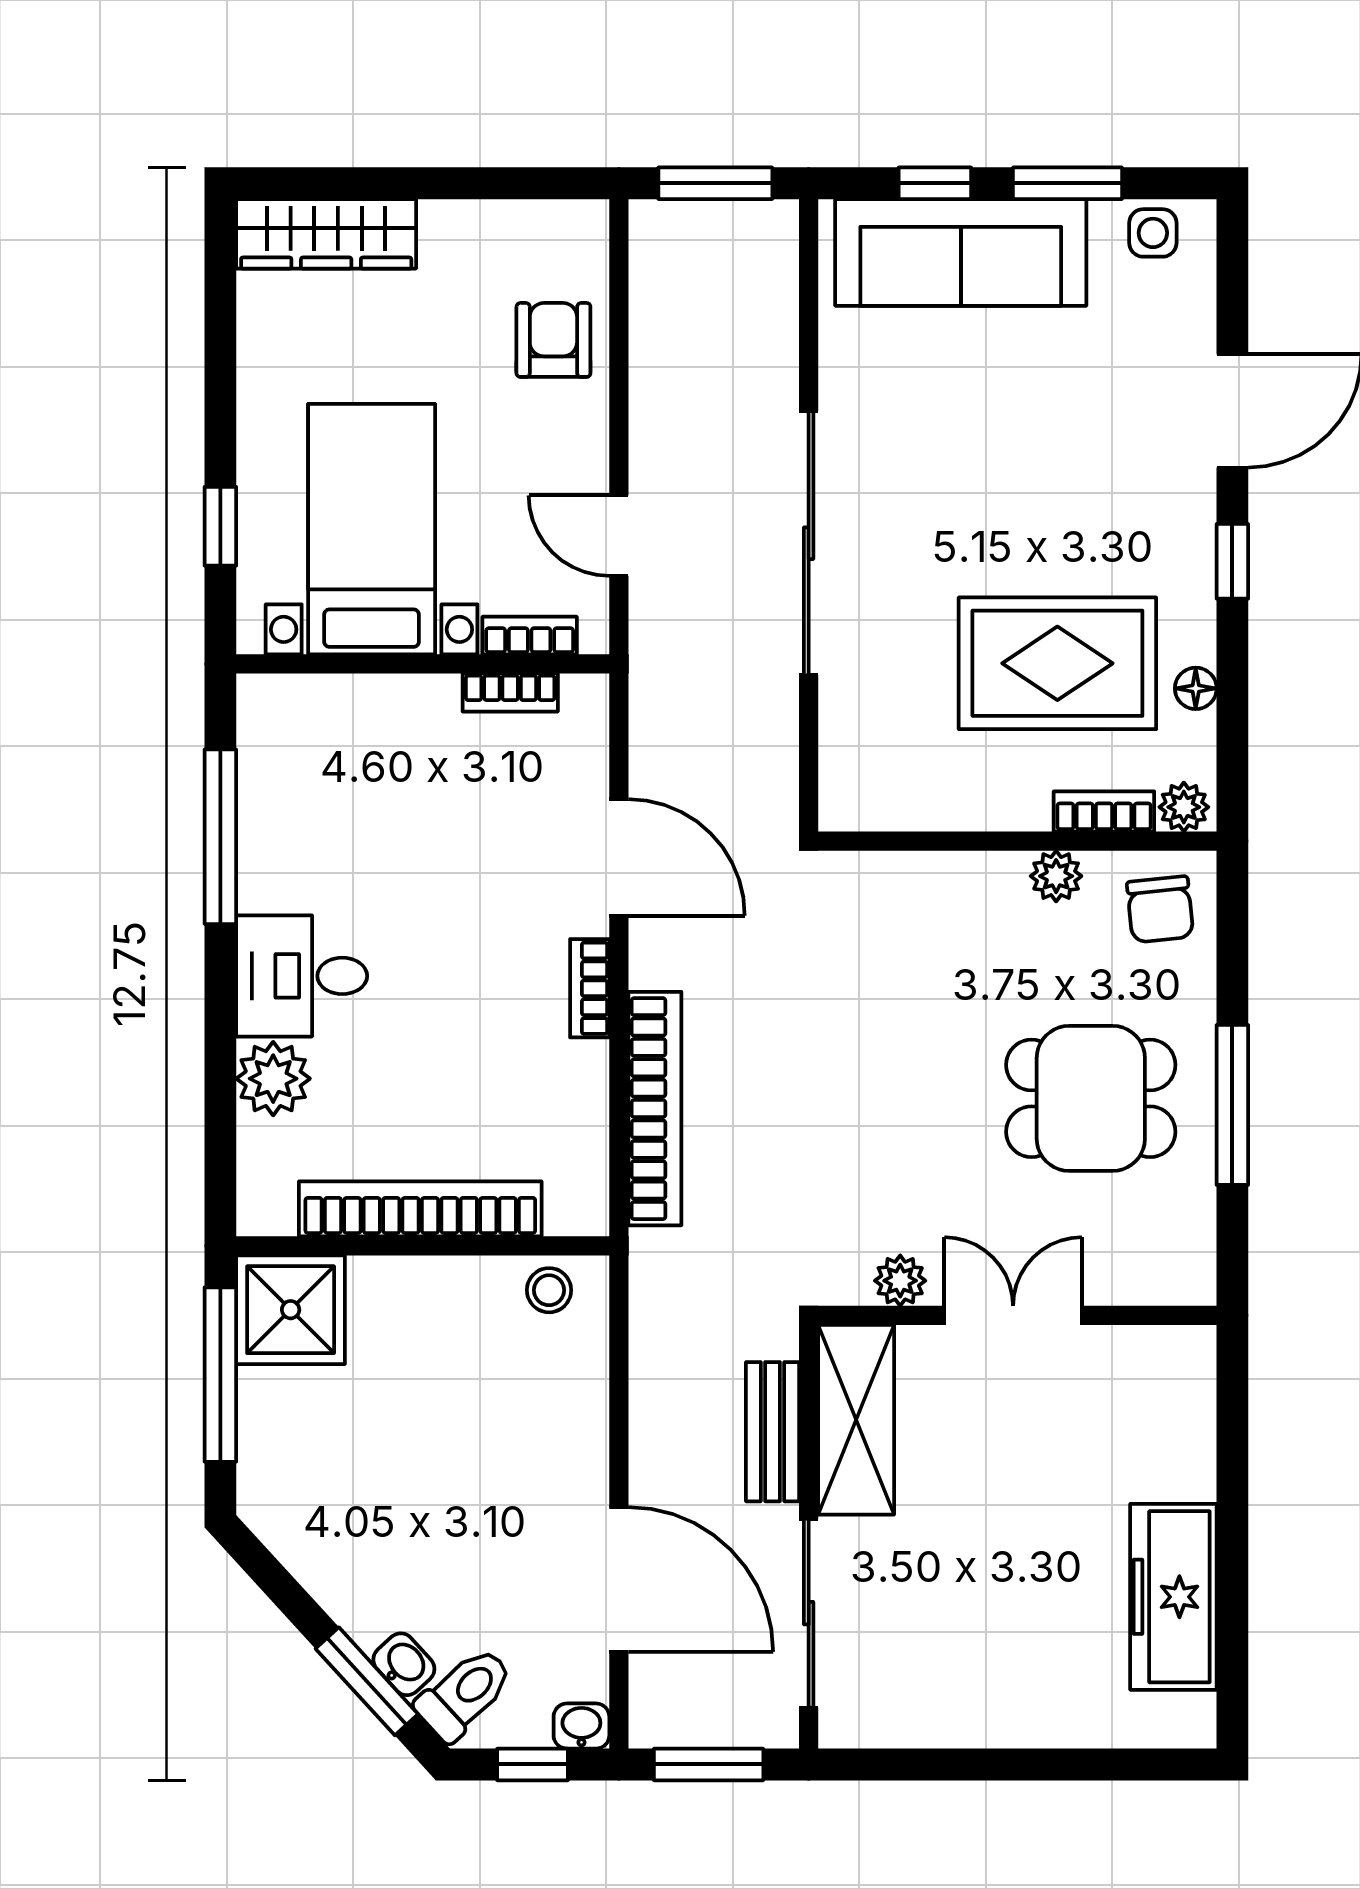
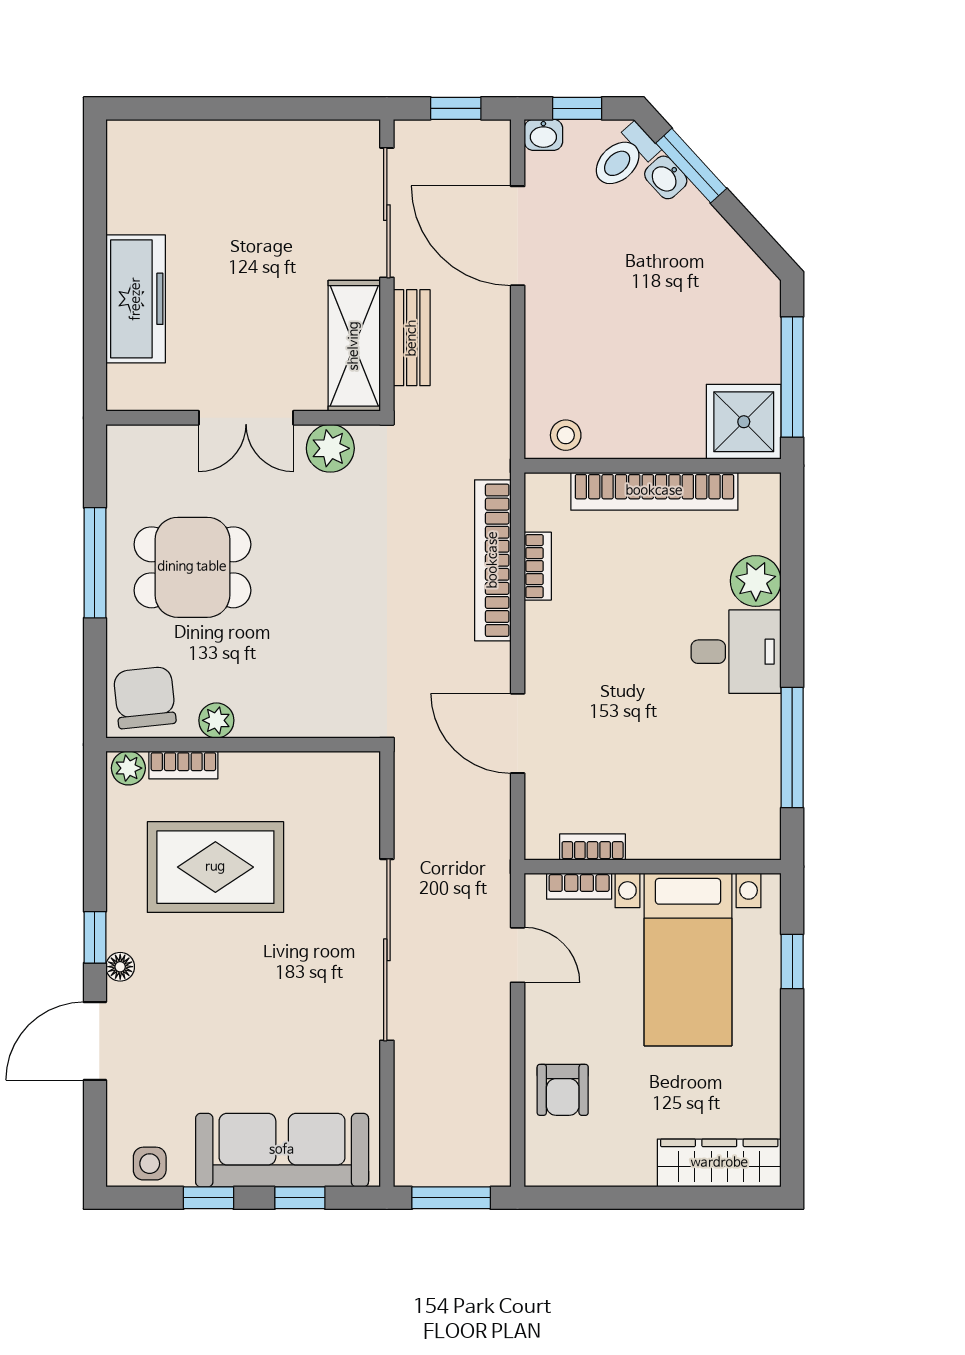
window: (1067, 183) -> (209, 1198), width x0.67
floor lamp: (1196, 688) -> (120, 967), moved
chair: (1160, 909) -> (145, 698), width x1.37, depth x1.37
bookcase: (590, 988) -> (538, 566), moved
plant: (900, 1281) -> (330, 448), width x1.38, depth x1.38
freezer: (1173, 1597) -> (136, 299), moved
window: (709, 1764) -> (456, 108), width x0.67

